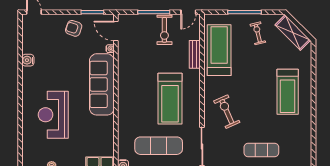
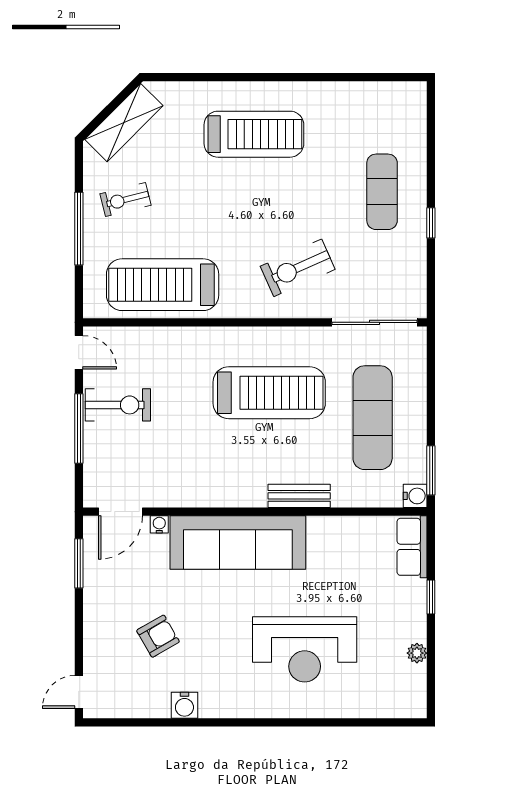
armchair: (74, 28) -> (158, 636), moved, turned -139
bench: (195, 54) -> (299, 496), moved

